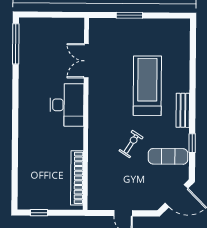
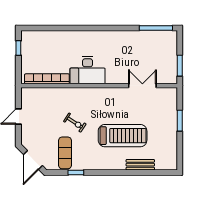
window: (62, 15) -> (180, 66), added
desk: (67, 105) -> (88, 70), moved
bench: (183, 110) -> (140, 165), moved

